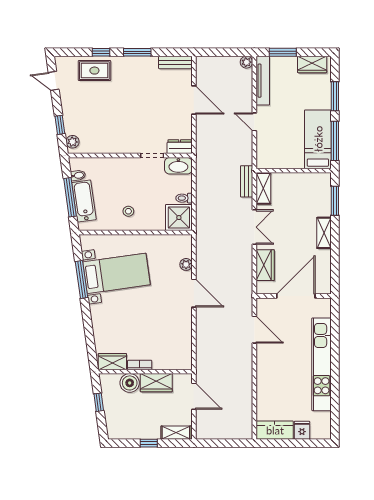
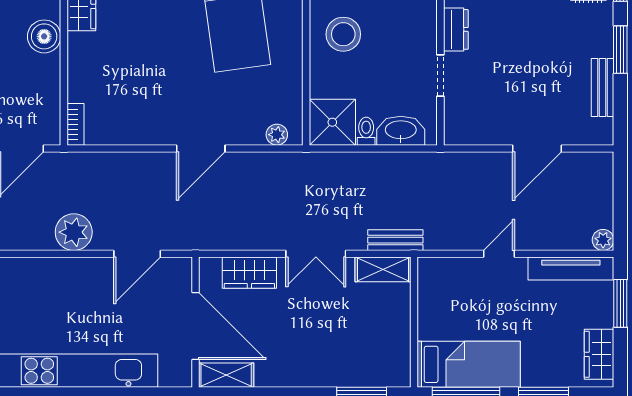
bench: (175, 62) -> (603, 87), moved
dresser: (180, 147) -> (456, 29), moved
washbasin: (178, 166) -> (401, 131), moved, turned 90
stool: (128, 211) -> (343, 34), width x1.89, depth x1.89
shelving: (324, 233) -> (226, 375), moved
plant: (186, 264) -> (277, 135), moved
bookcase: (140, 365) -> (75, 124), moved
plant: (242, 366) -> (74, 232), added
wardrobe: (156, 383) -> (45, 83), removed

